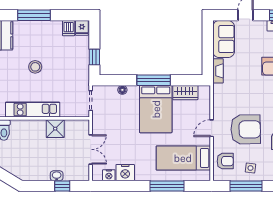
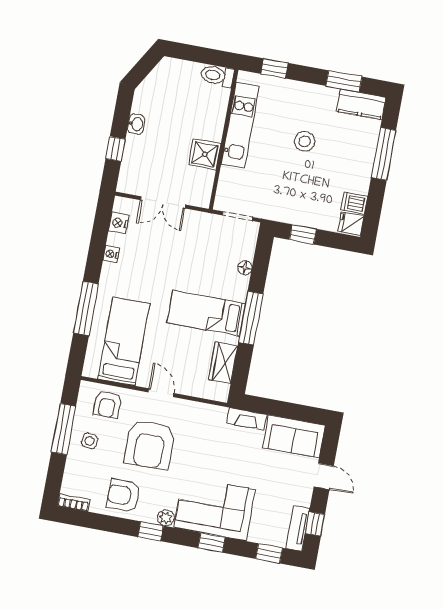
bed: (156, 109) -> (206, 313), width x0.67
nightstand: (125, 173) -> (111, 254), width x0.53, depth x0.56
washbasin: (57, 176) -> (136, 124), moved

